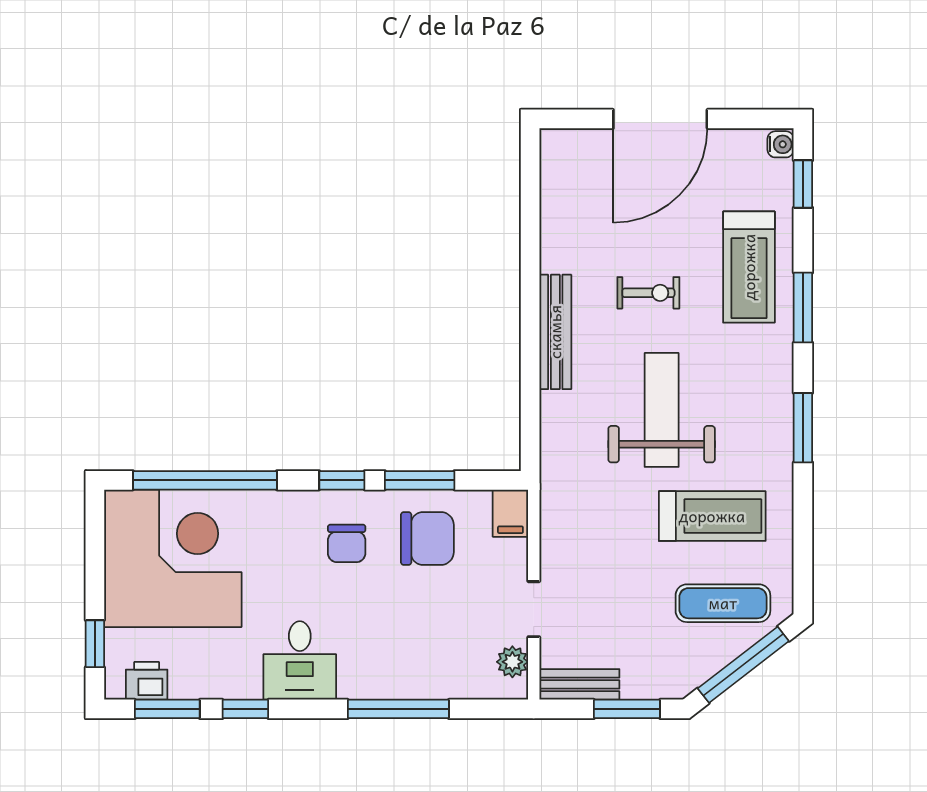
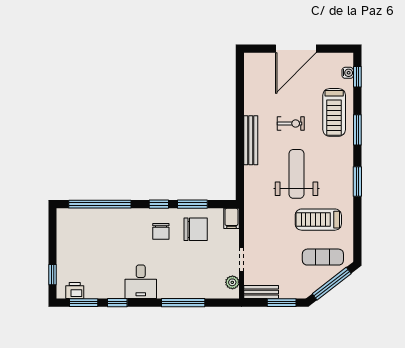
water cooler: (781, 144) -> (348, 73), moved
treadmill: (712, 516) -> (318, 220), turned 180
corner desk: (173, 558) -> (86, 238), removed

